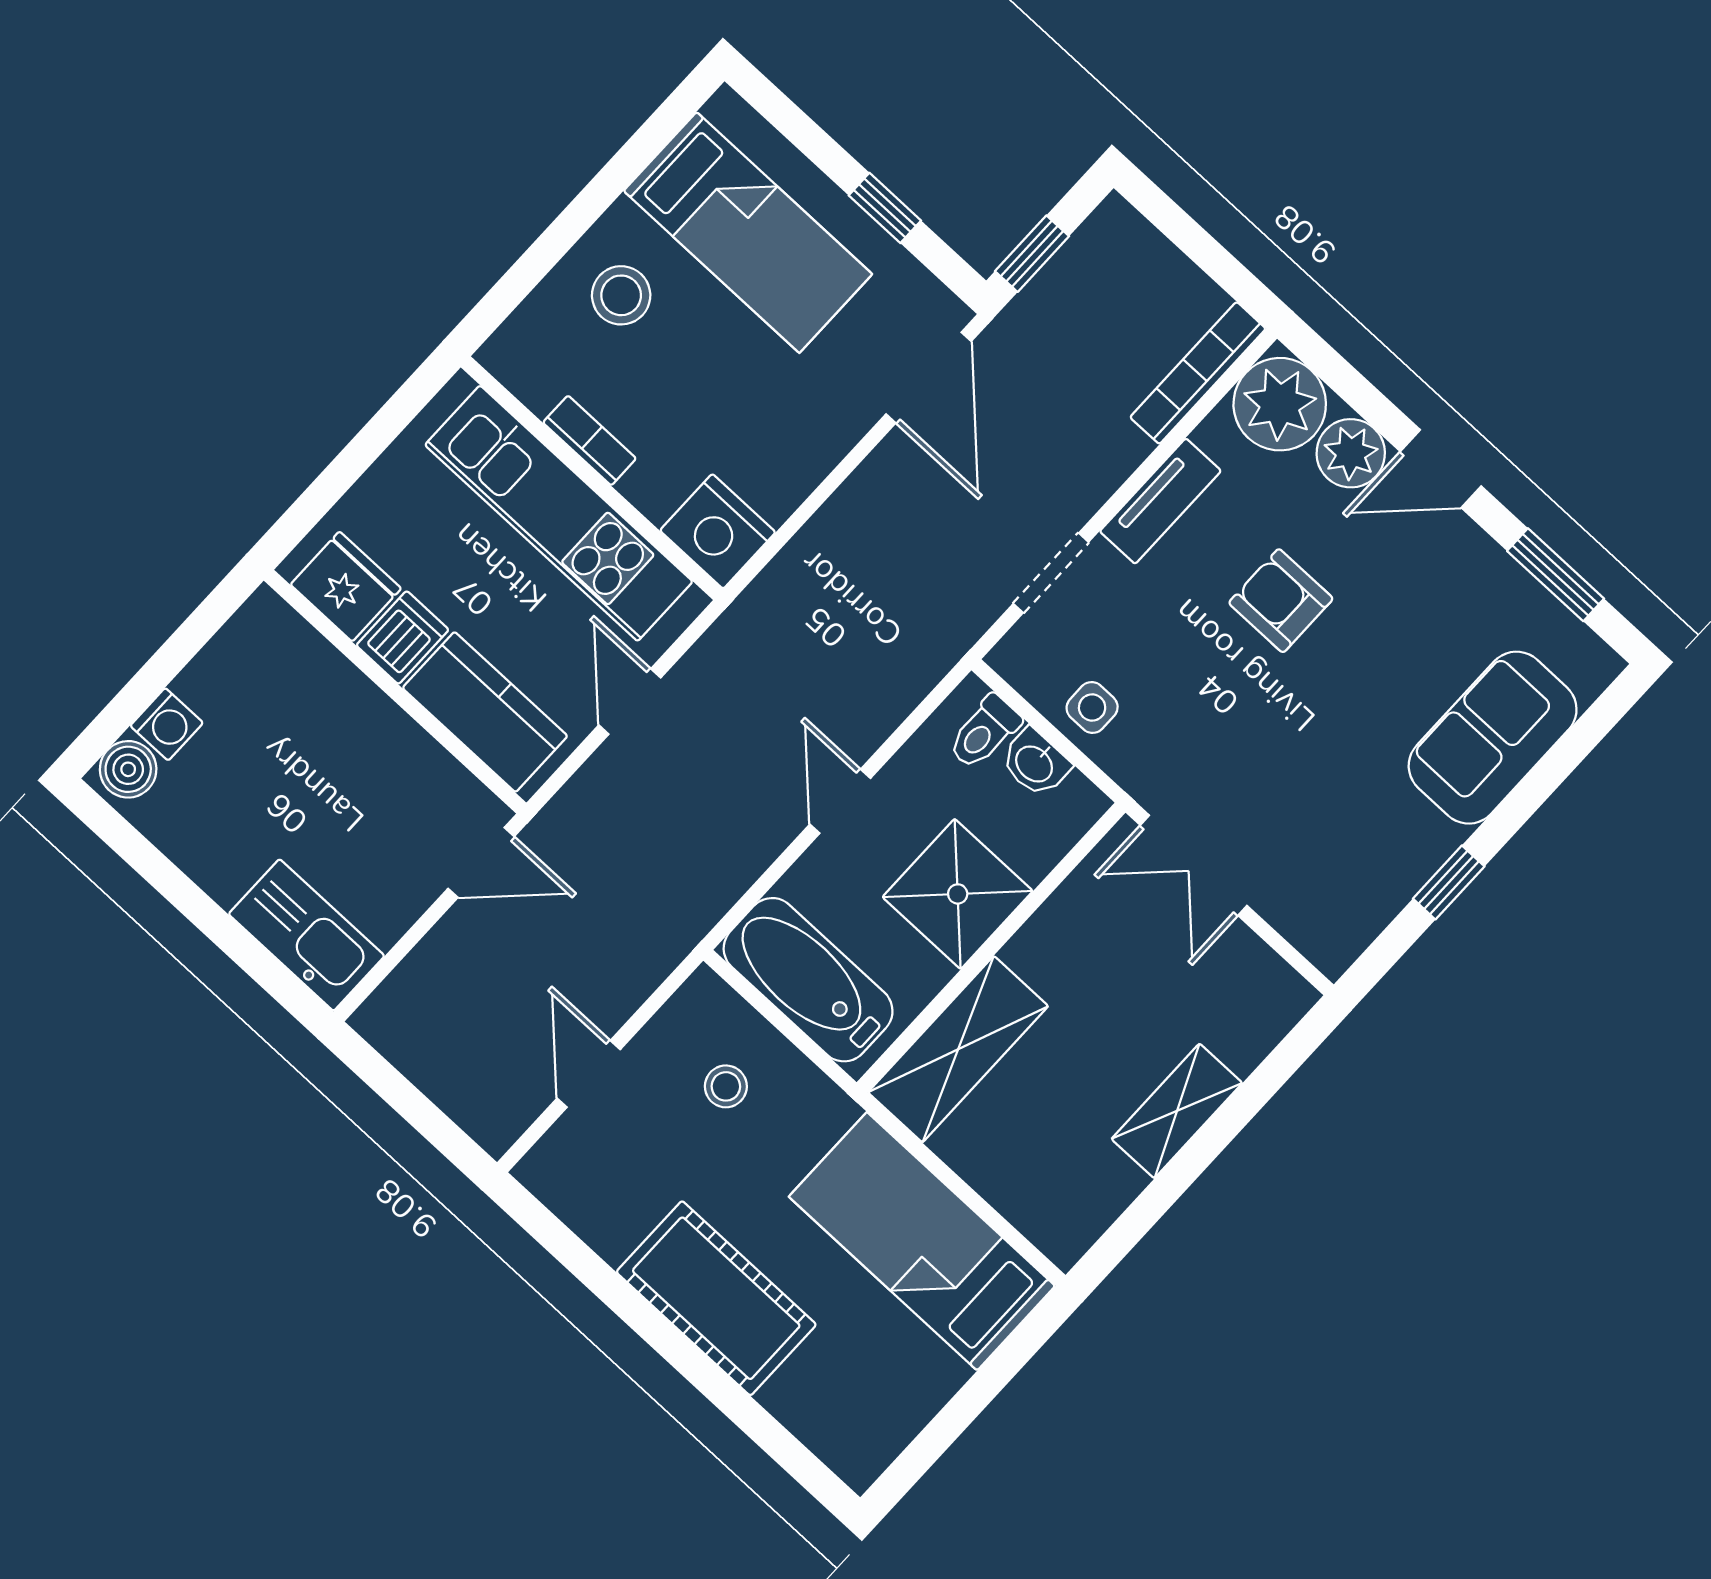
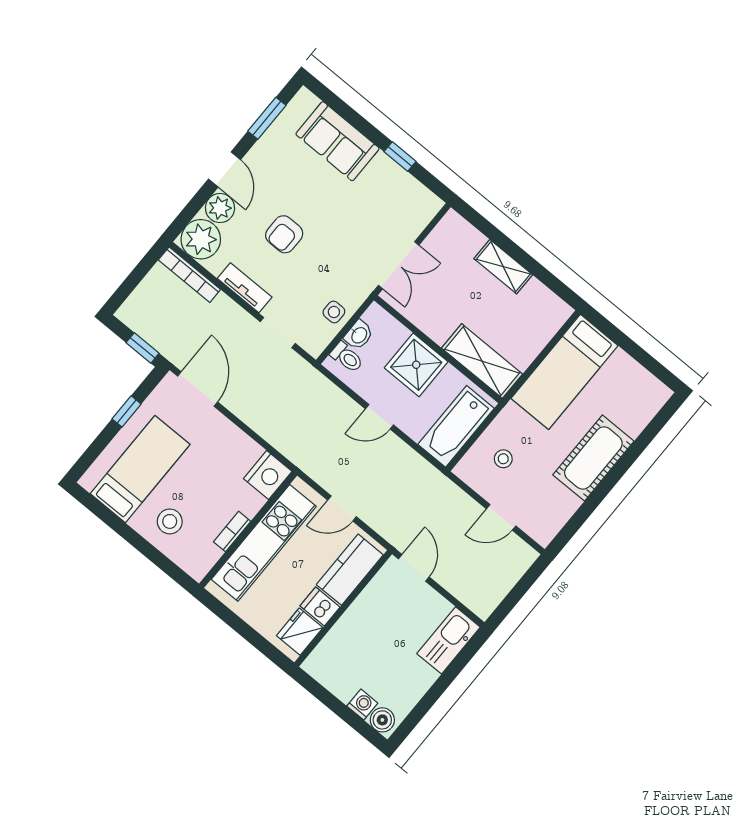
door: (929, 378) -> (198, 389), hinge flipped

